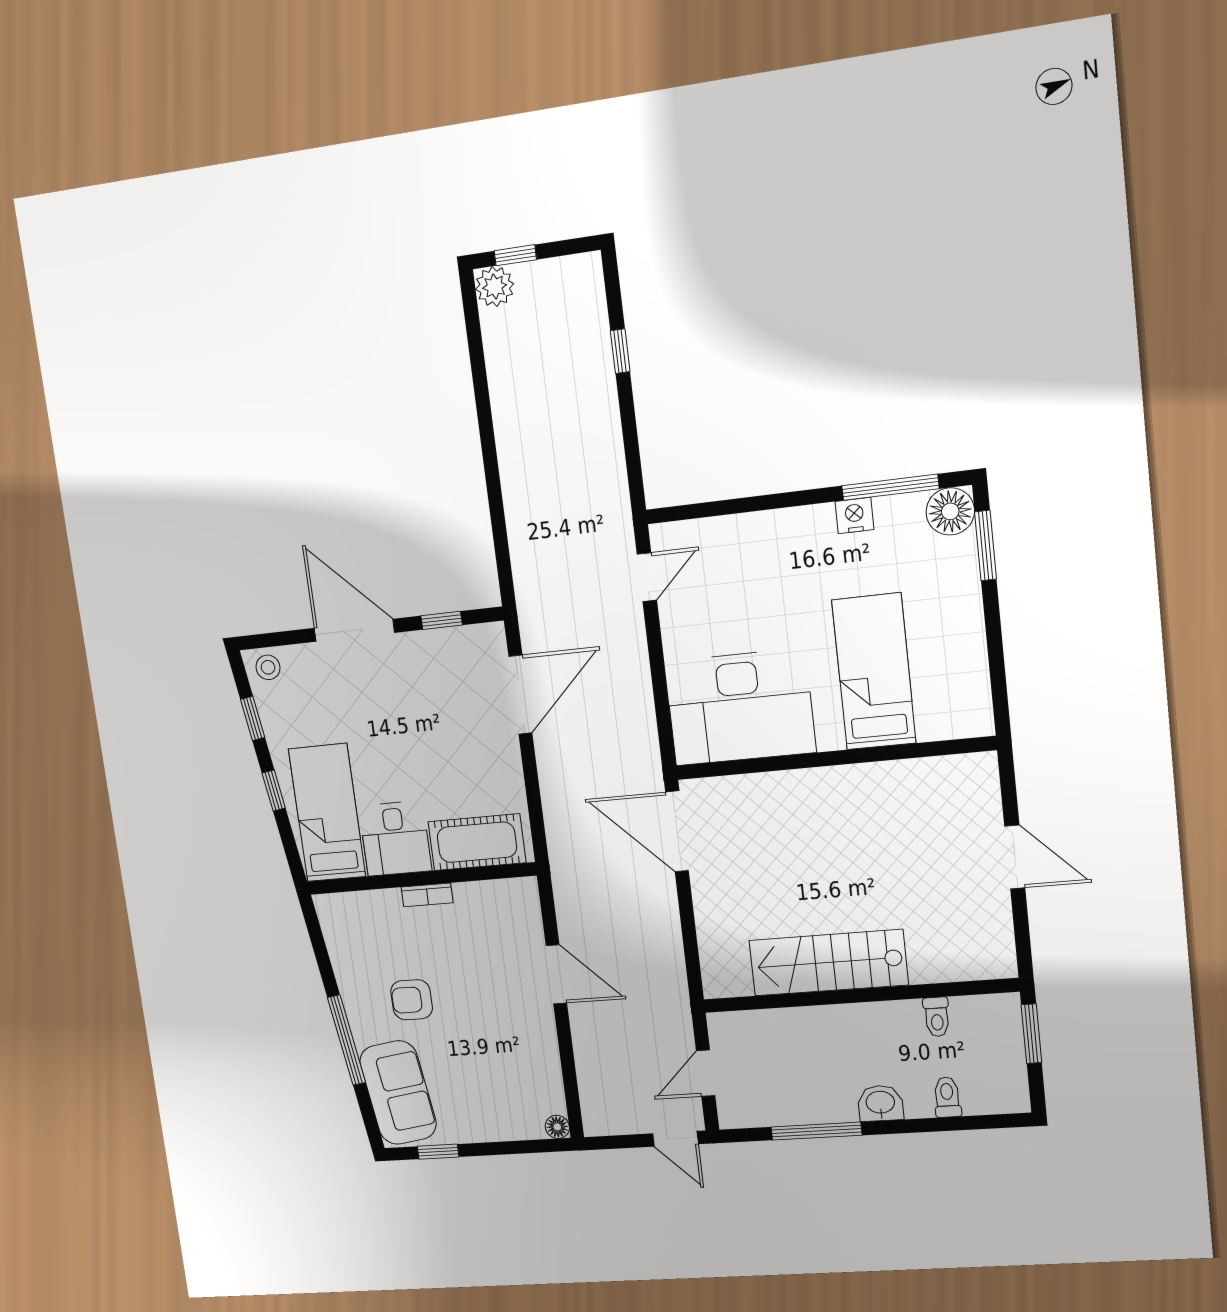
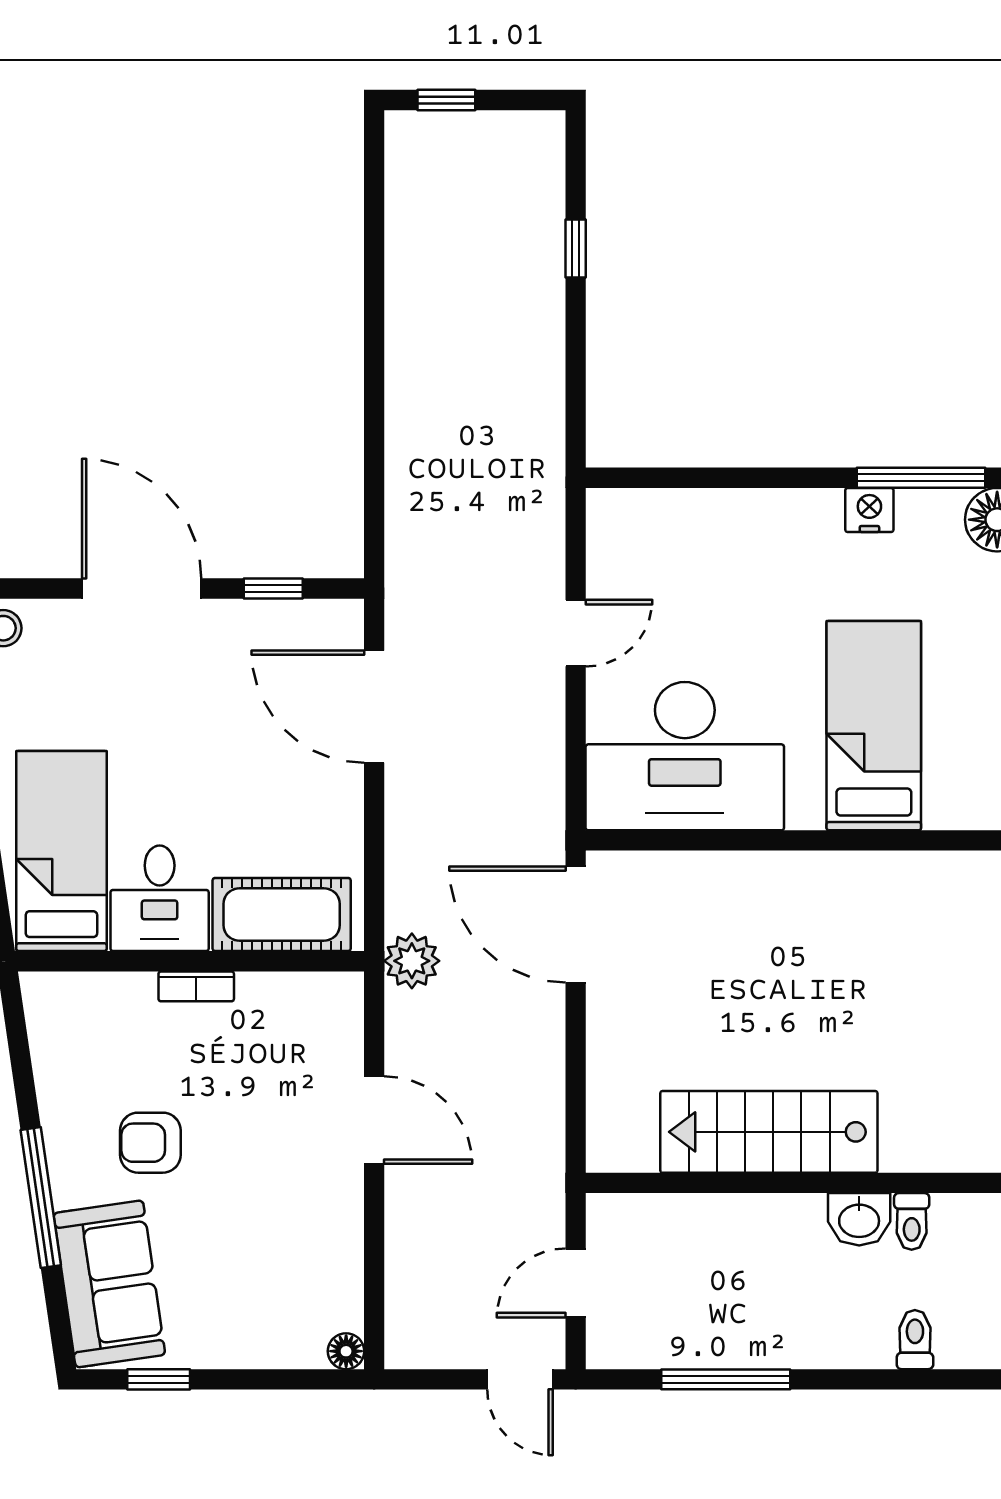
plant: (495, 287) -> (412, 961), moved
door: (647, 577) -> (576, 633), moved
door: (520, 695) -> (374, 707), swing flipped
washbasin: (880, 1103) -> (859, 1219), moved, turned 180

